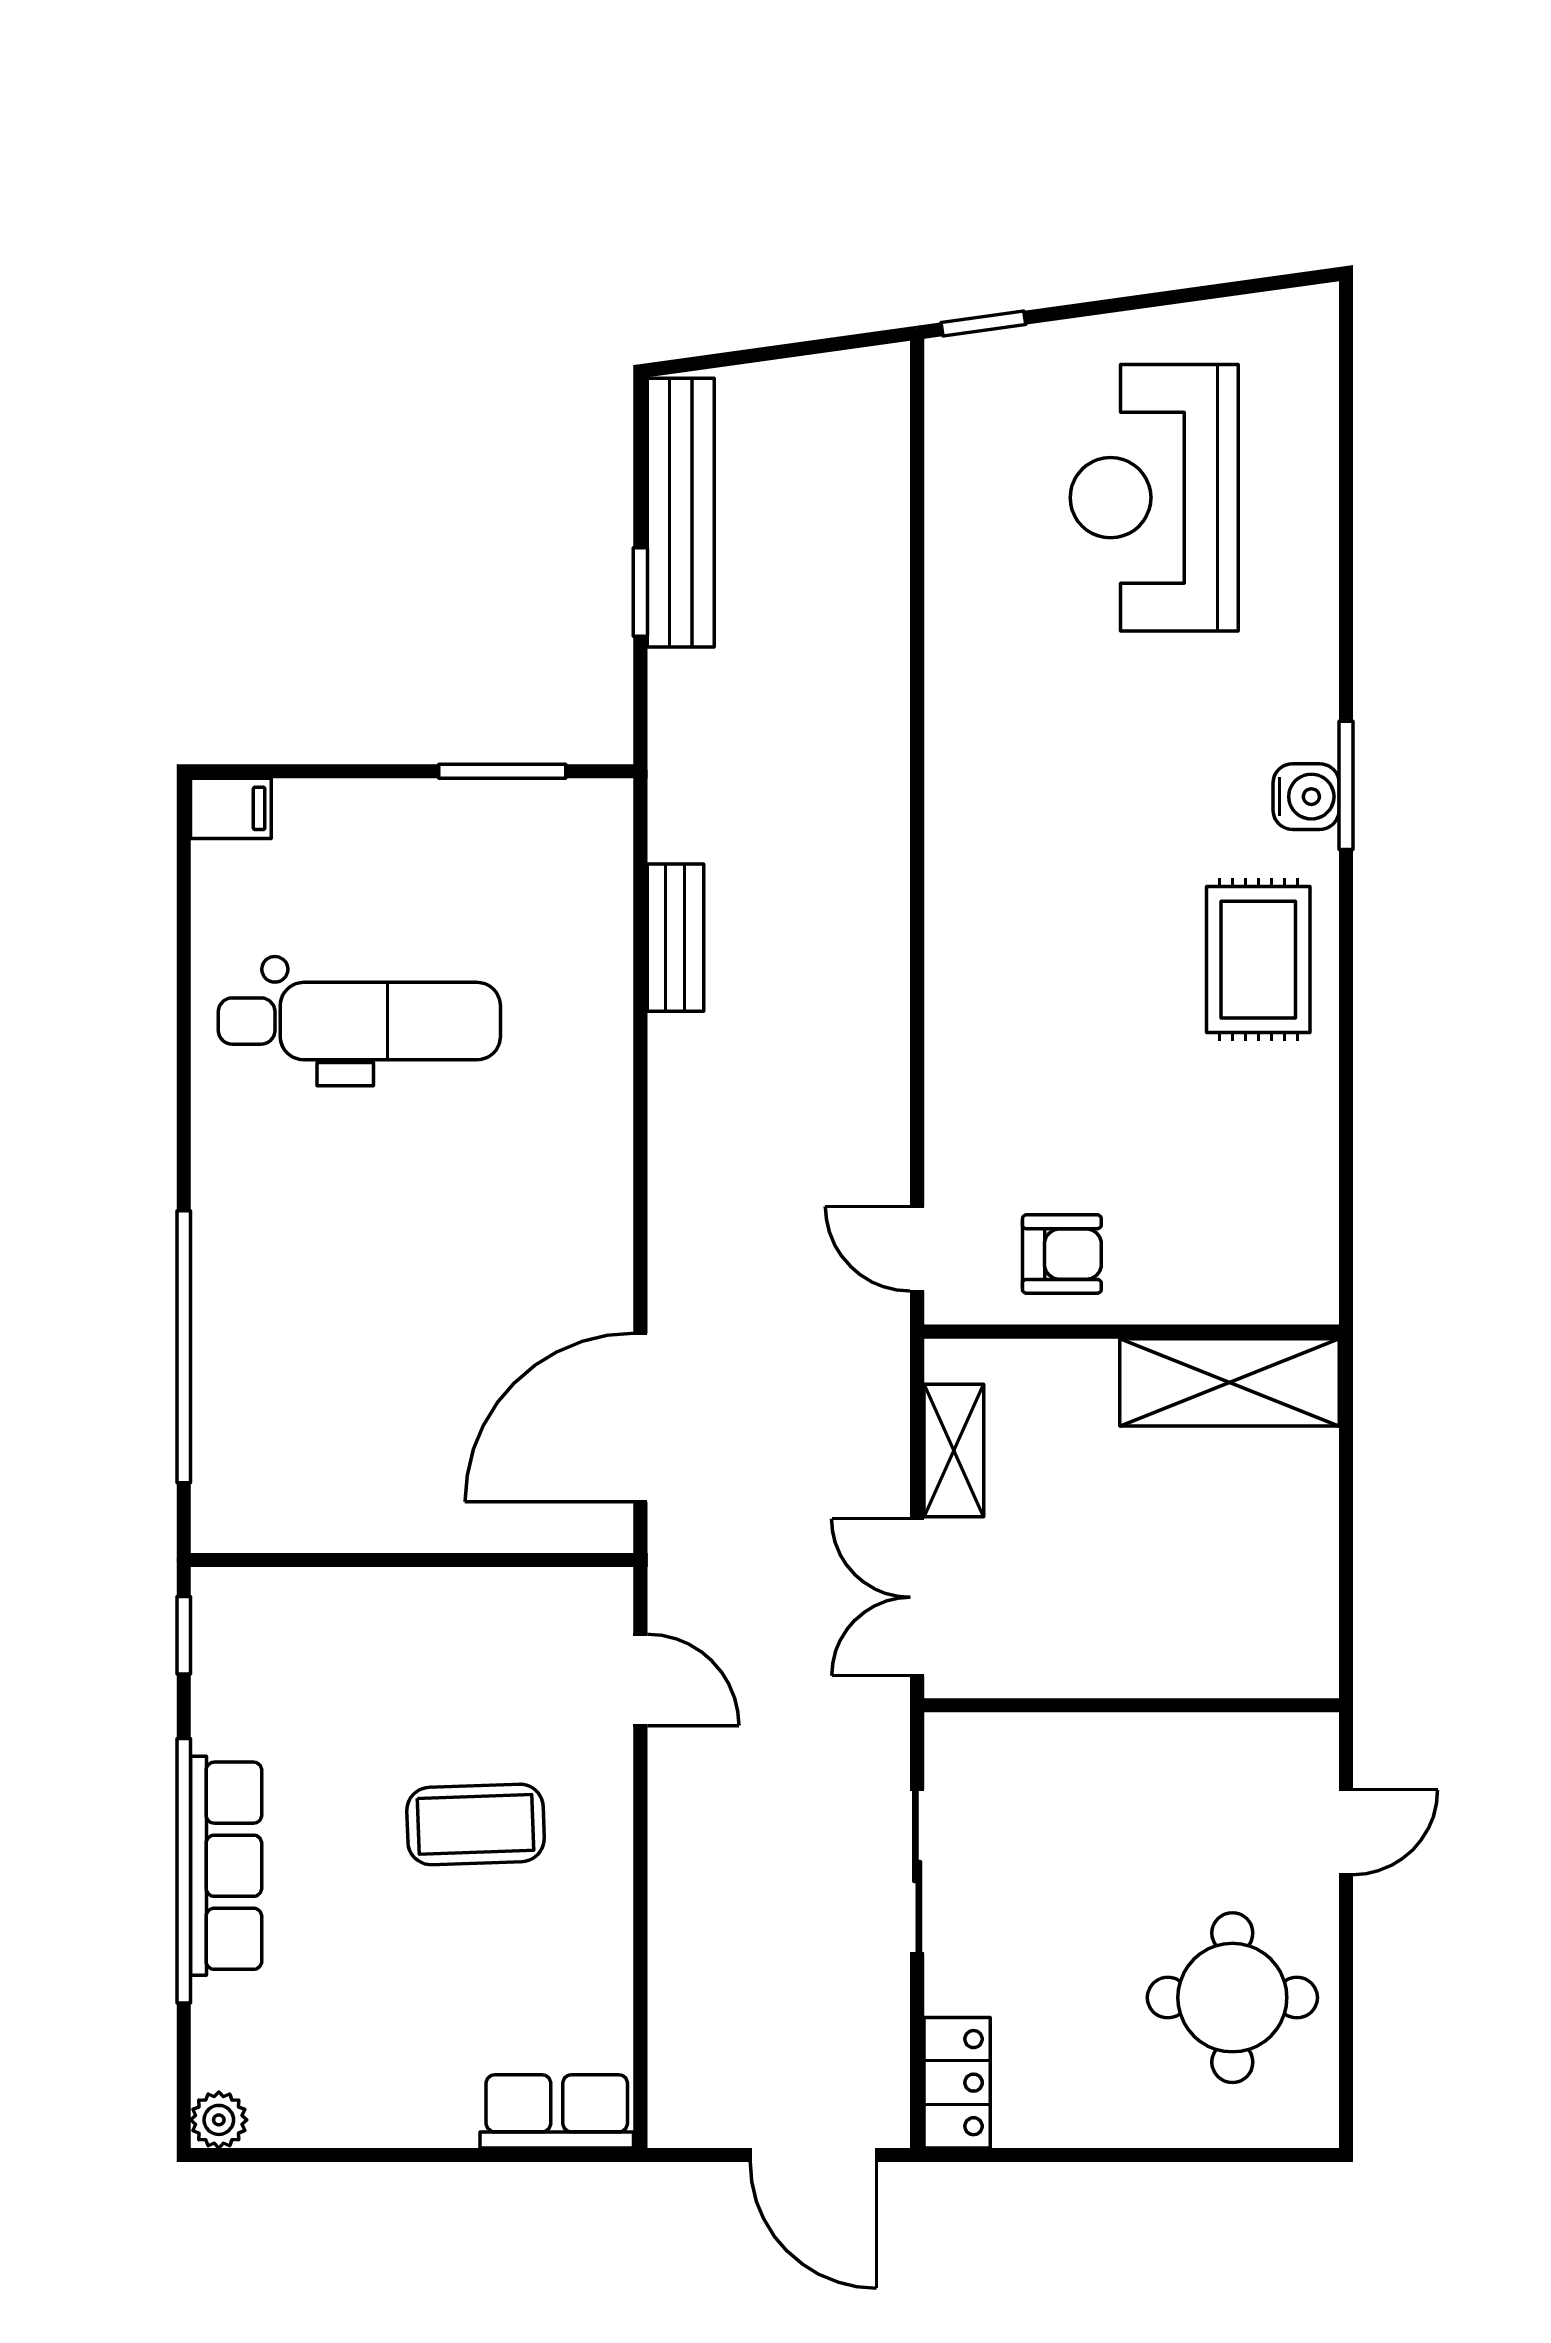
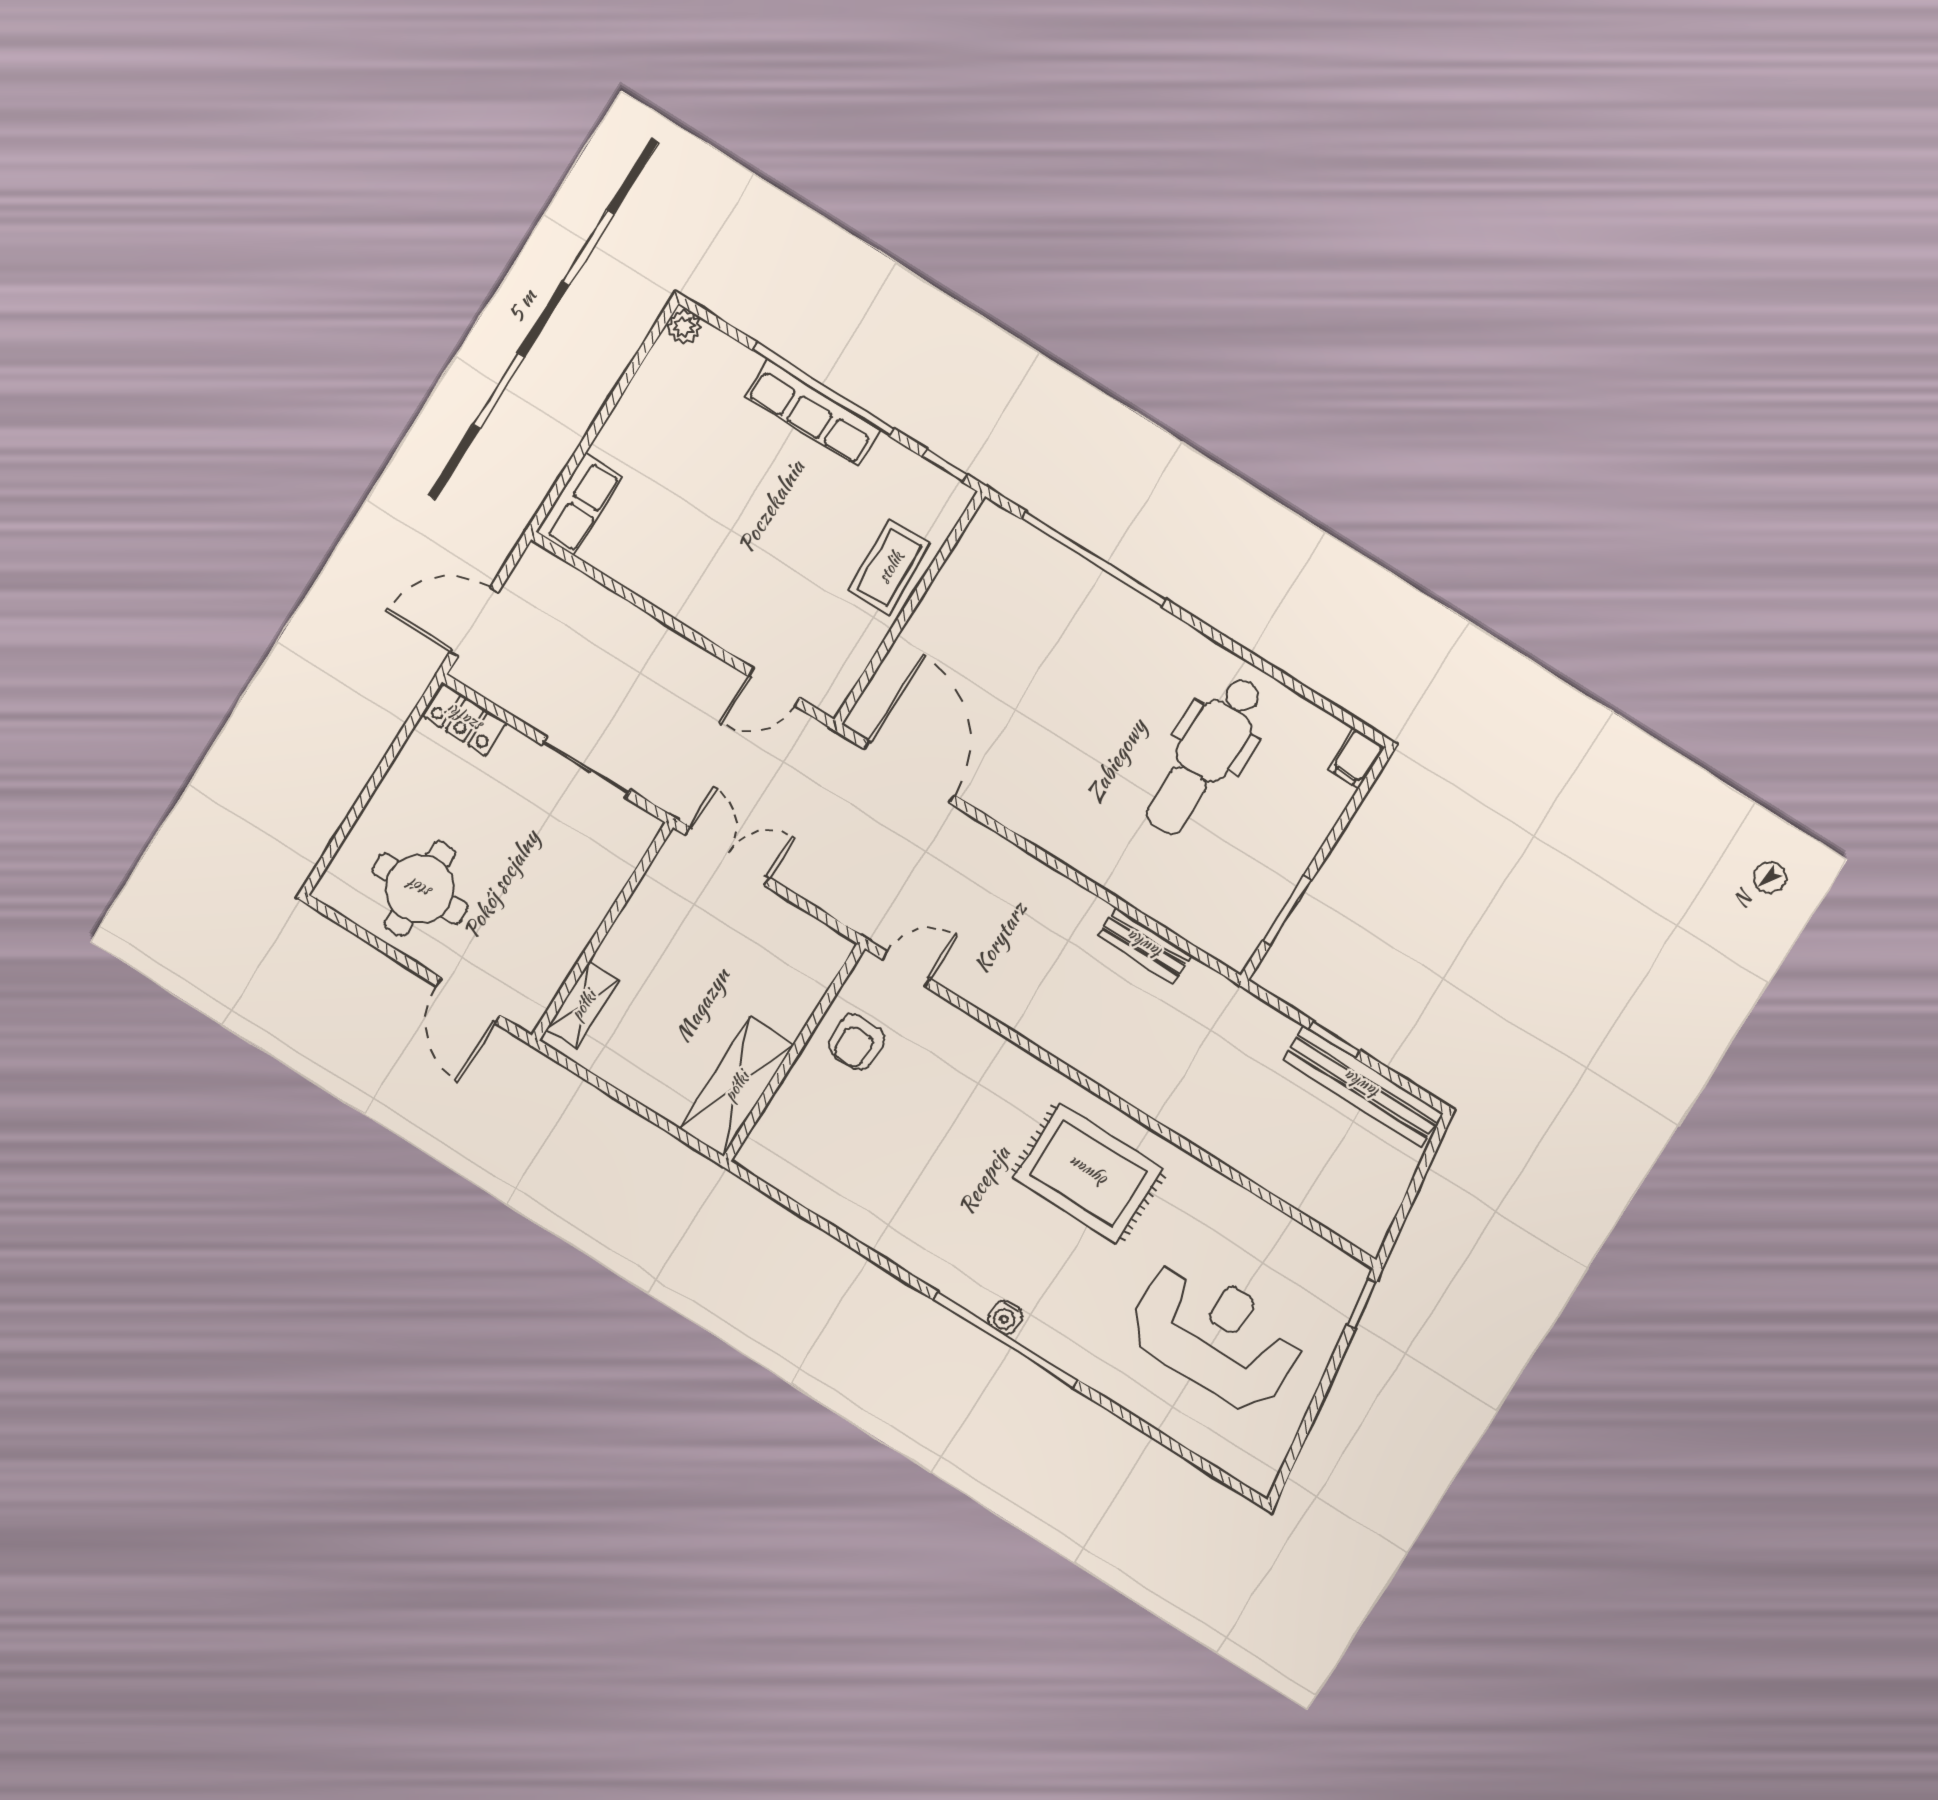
window: (1346, 785) -> (1006, 1340), width x2.11
water cooler: (1306, 797) -> (1005, 1317), width x0.72, depth x0.72
rug: (1258, 960) -> (1088, 1173), moved, width x1.36, depth x1.43
shelving: (954, 1451) -> (583, 1005), moved, turned 90
coffee table: (476, 1824) -> (890, 567), moved
door: (1346, 1832) -> (468, 1000), width x1.38

